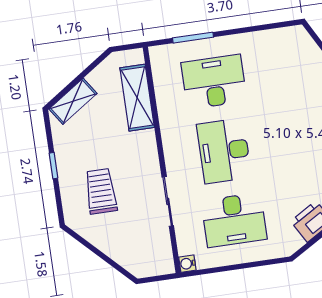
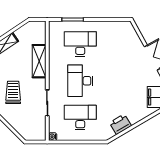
shelving: (137, 98) -> (39, 61), moved
desk: (234, 220) -> (80, 117), turned 180

